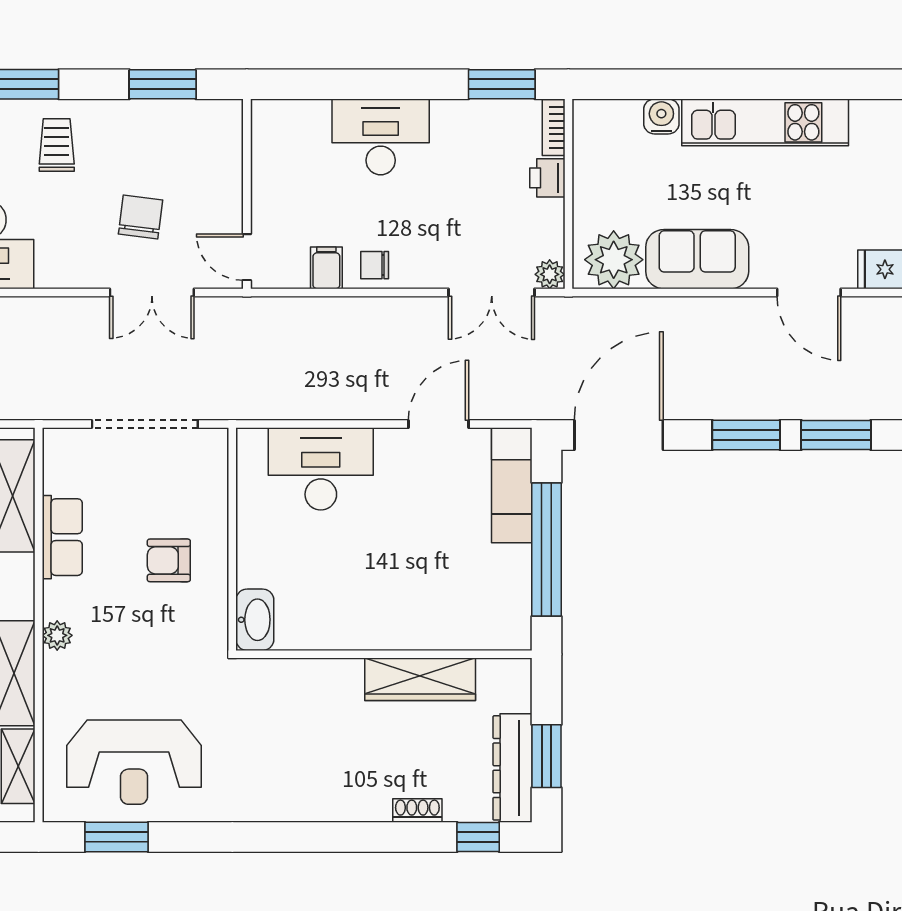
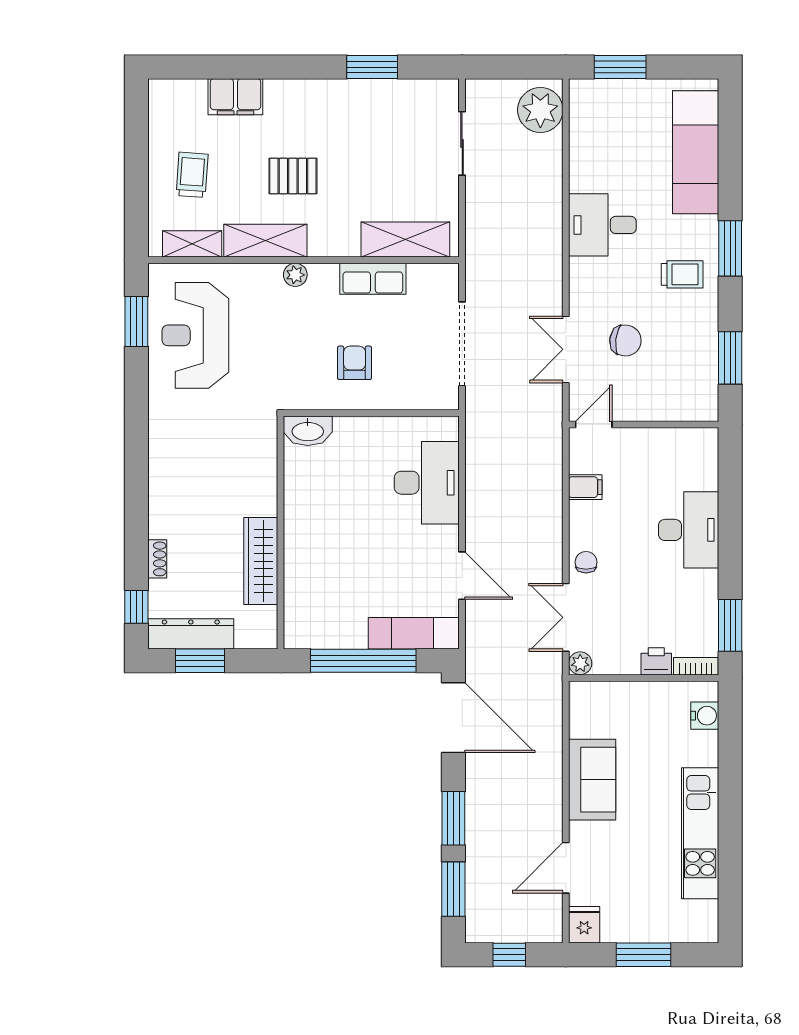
water cooler: (661, 116) -> (705, 716), moved
plant: (614, 260) -> (592, 714), removed
chair: (375, 265) -> (586, 562), moved

